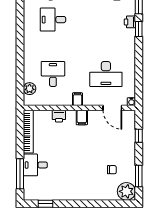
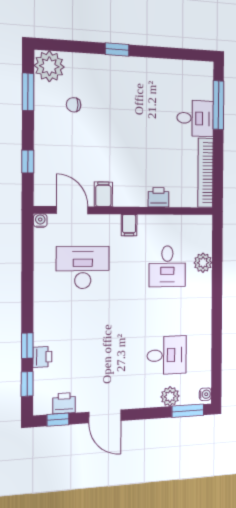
plant: (30, 89) -> (203, 263), moved
filing cabinet: (82, 117) -> (103, 194), moved
window: (45, 204) -> (117, 50), moved

